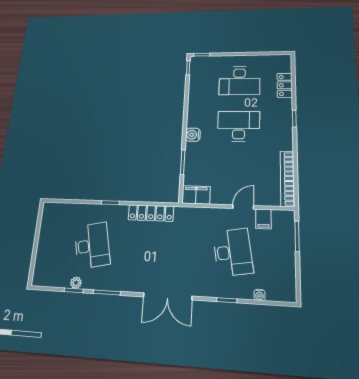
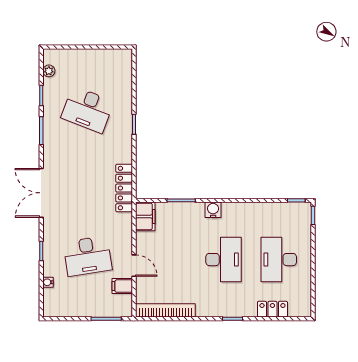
locker: (151, 213) -> (124, 188), moved
desk: (92, 245) -> (88, 110), turned 33
plant: (76, 283) -> (49, 71), moved

